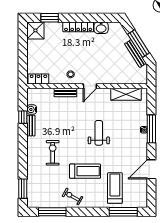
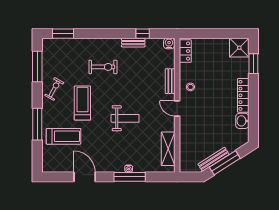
water cooler: (32, 109) -> (169, 43), moved
treadmill: (85, 171) -> (82, 103), turned 180
window: (123, 212) -> (37, 124), moved

